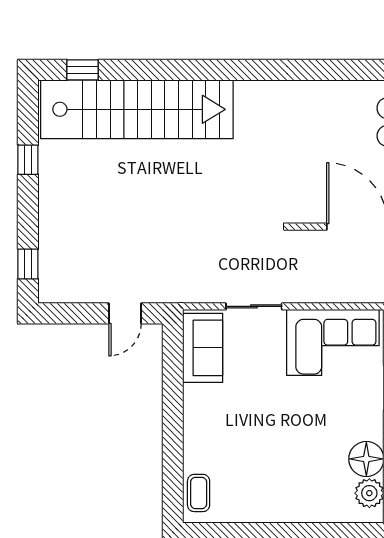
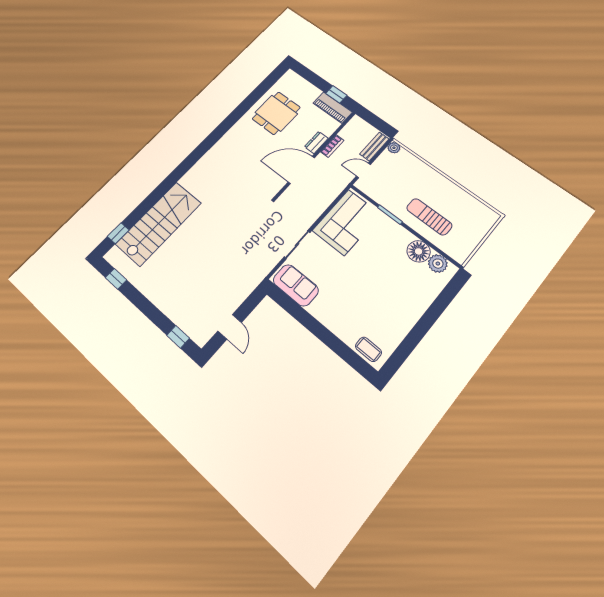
stairs: (137, 109) -> (159, 223), width x0.73
window: (28, 160) -> (116, 279), moved
door: (125, 313) -> (230, 327), moved

